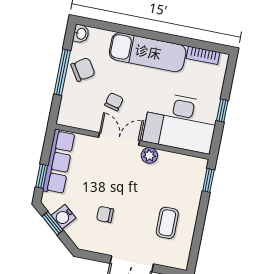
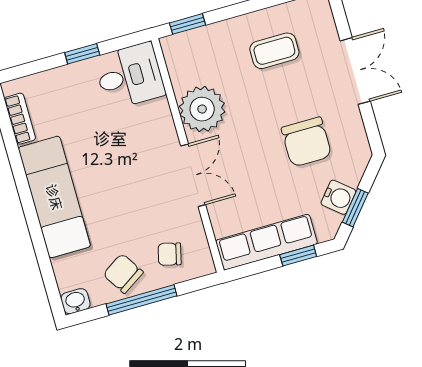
chair: (114, 102) -> (170, 254), moved
desk: (181, 123) -> (130, 76), width x0.53, depth x0.77
double door: (119, 139) -> (193, 175), swing flipped
plant: (149, 155) -> (202, 109), width x1.87, depth x1.87
chair: (105, 214) -> (306, 142), width x1.87, depth x1.87

